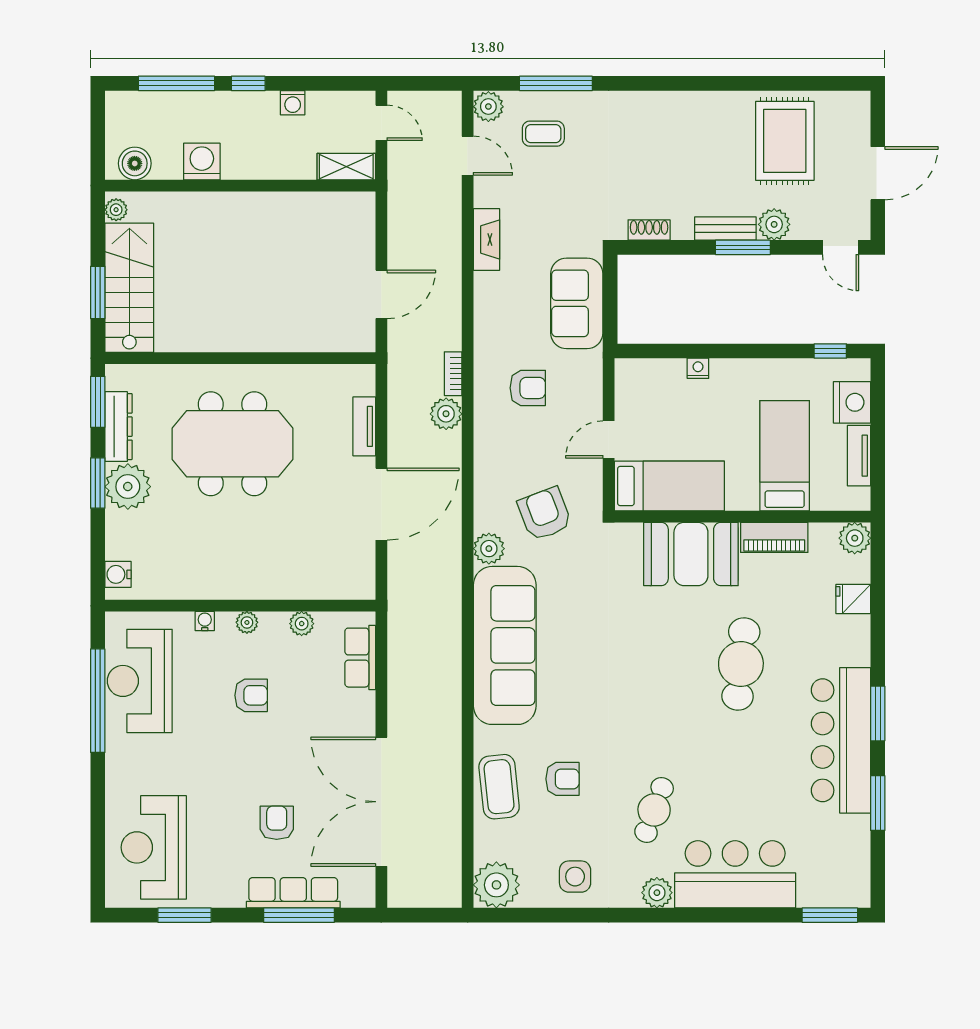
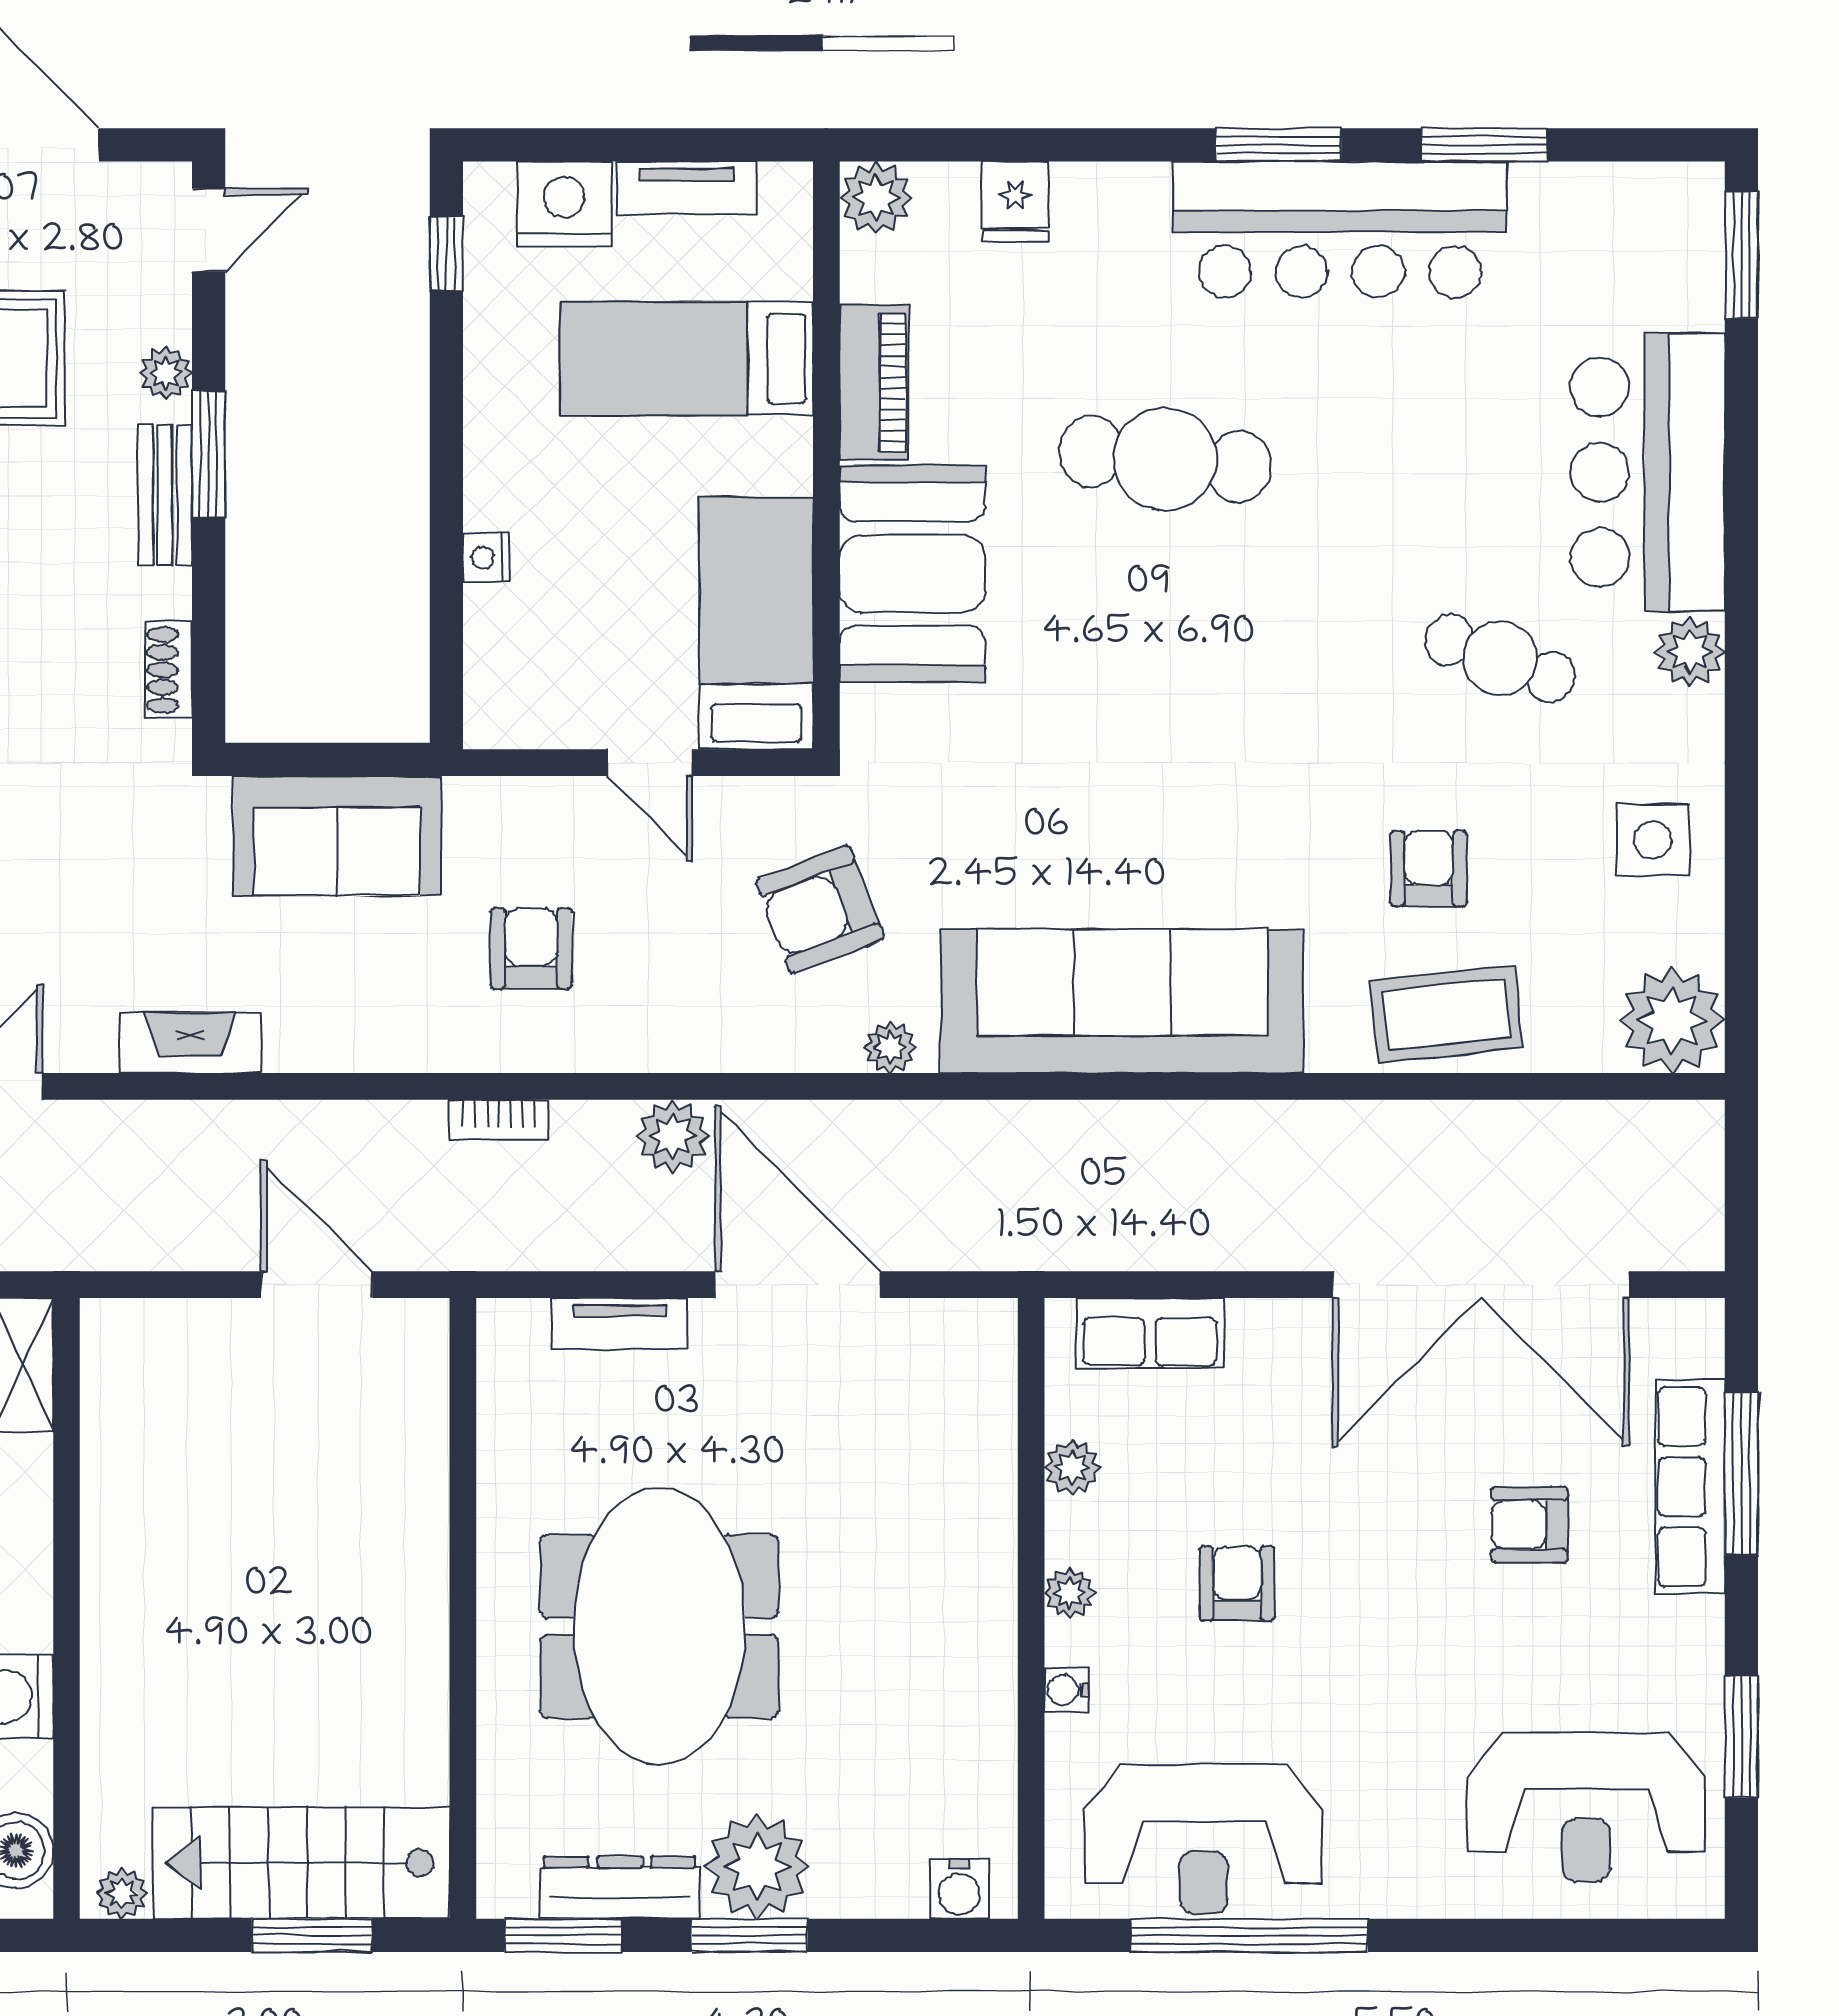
plant: (774, 224) -> (166, 373), width x0.73, depth x0.73
plant: (446, 414) -> (673, 1136), moved
plant: (489, 549) -> (890, 1047), width x0.73, depth x0.73

